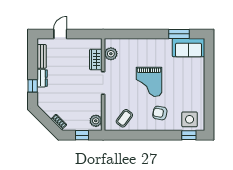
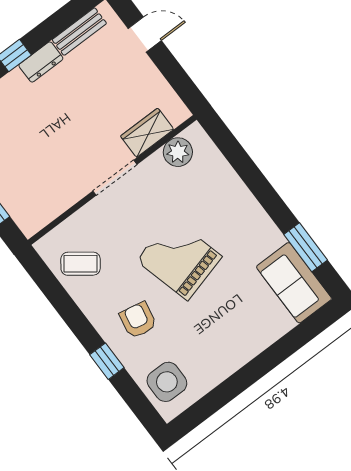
grand piano: (149, 82) -> (179, 259), turned 75
plant: (96, 121) -> (37, 216), removed
window: (189, 135) -> (107, 361), moved

